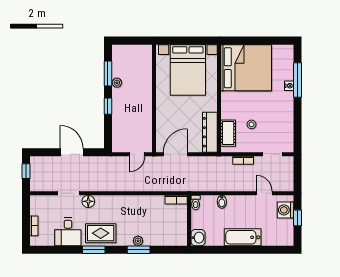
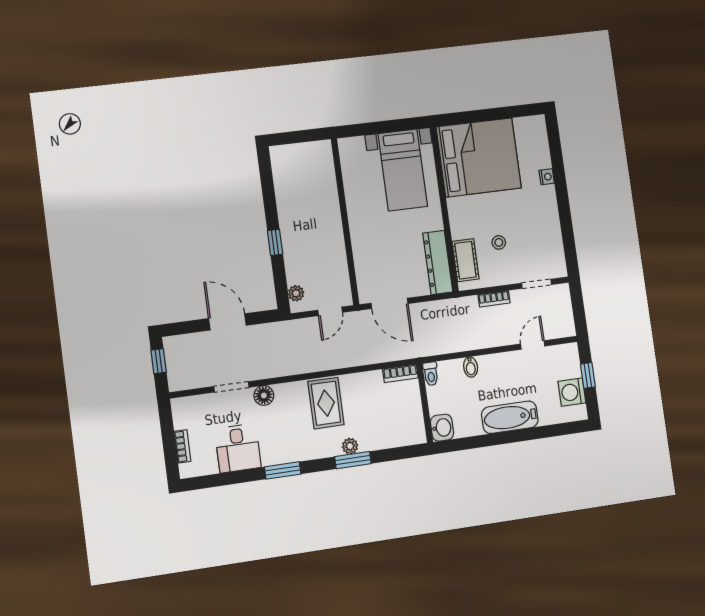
bed with nightstands: (188, 70) -> (403, 170), width x0.73
window: (108, 73) -> (268, 192), removed
window: (298, 80) -> (558, 167), removed
plant: (117, 83) -> (296, 293), moved
door: (175, 154) -> (390, 303), swing flipped
door: (264, 193) -> (533, 345), hinge flipped
washing machine: (285, 210) -> (572, 392), moved
rug: (101, 233) -> (326, 403), moved, turned 90

